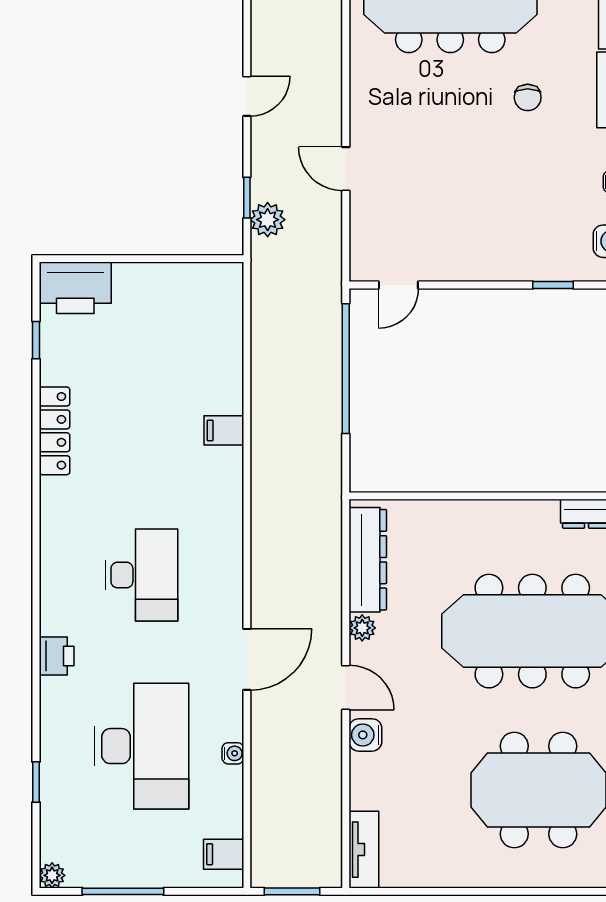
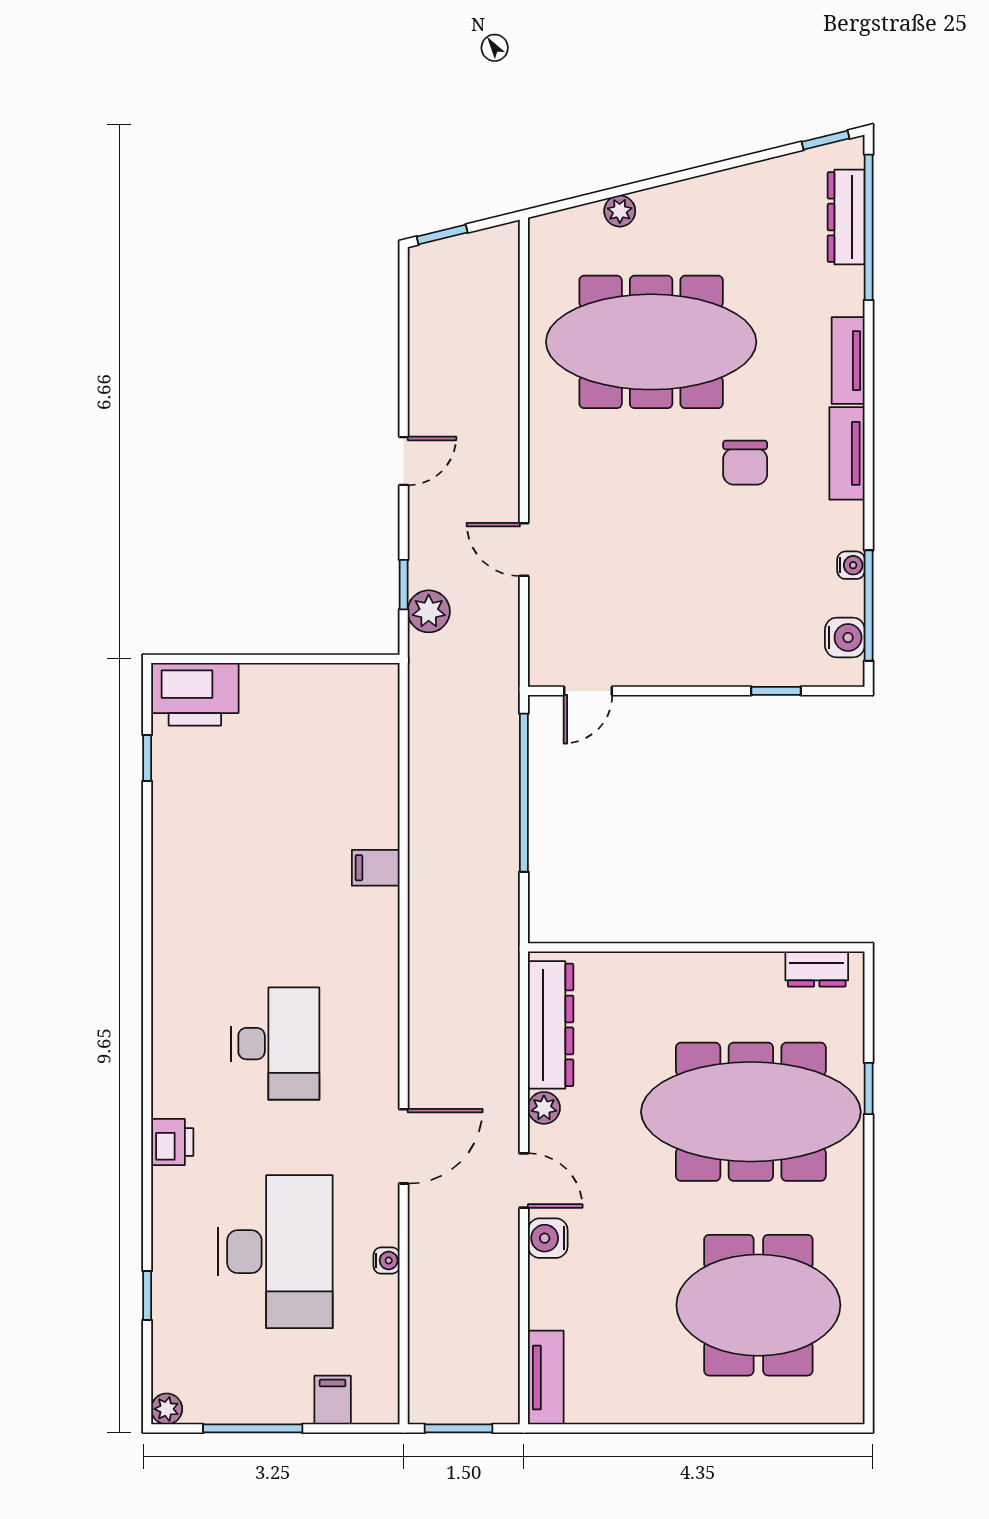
chair: (528, 97) -> (745, 463), width x1.37, depth x1.37
locker: (54, 431) -> (170, 868), removed
filing cabinet: (224, 854) -> (333, 1400), moved, turned 90

